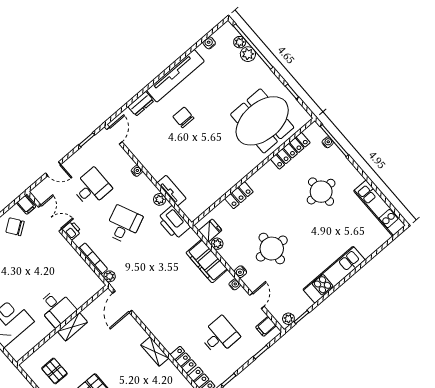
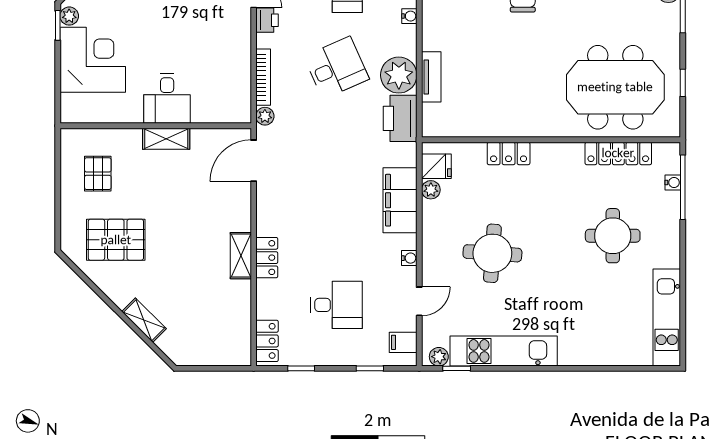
plant: (160, 199) -> (399, 75), width x1.87, depth x1.87
water cooler: (241, 272) -> (430, 249), removed
kitchen unit: (334, 275) -> (504, 351), moved
locker: (183, 360) -> (267, 258), moved

